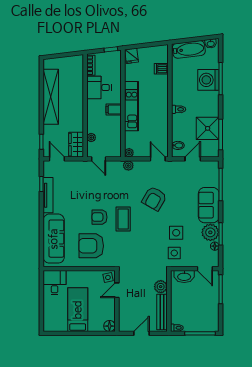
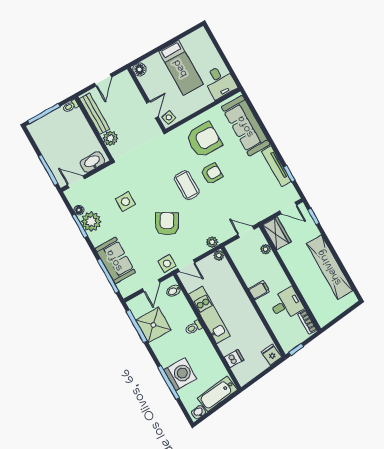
kitchen unit: (132, 106) -> (209, 315), moved, turned 180
sofa: (209, 205) -> (115, 260), moved
side table: (174, 253) -> (167, 264), moved

